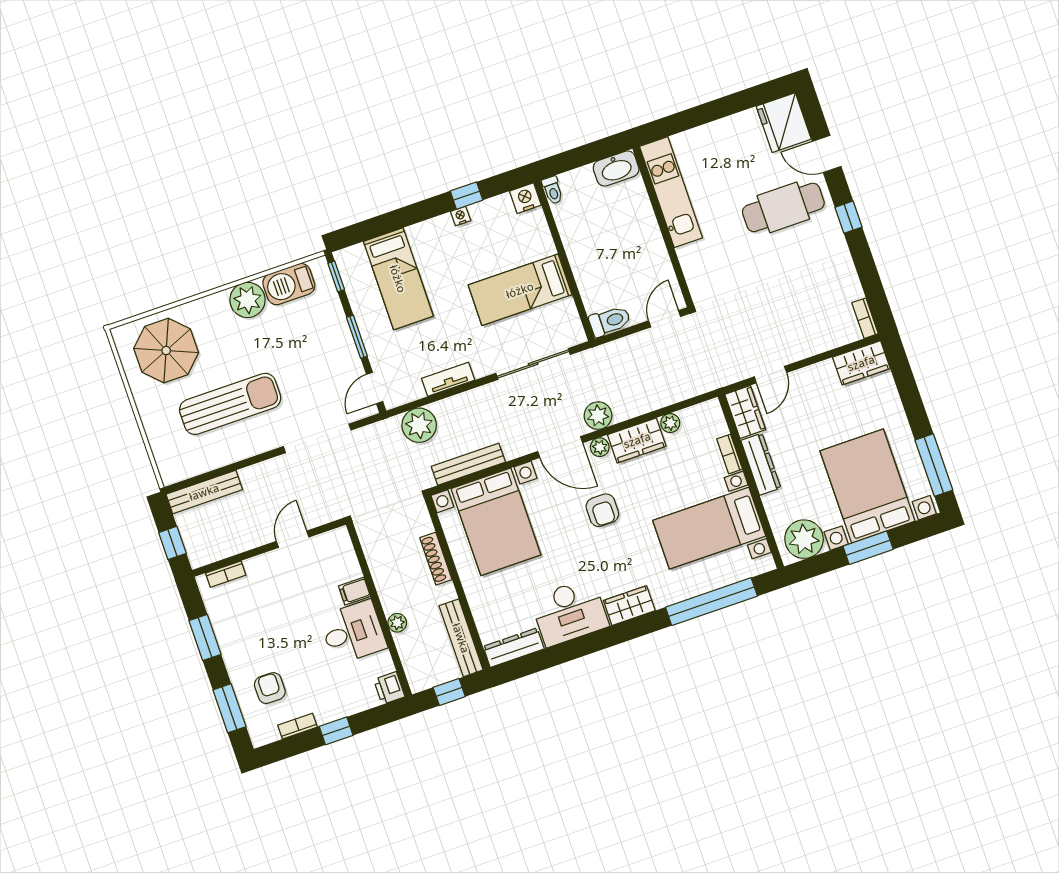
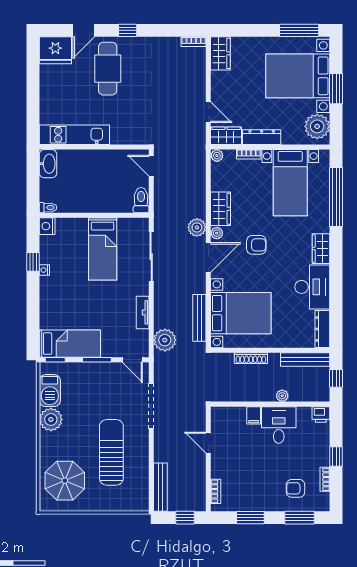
bed: (398, 279) -> (70, 344), moved
plant: (670, 423) -> (217, 156), moved

